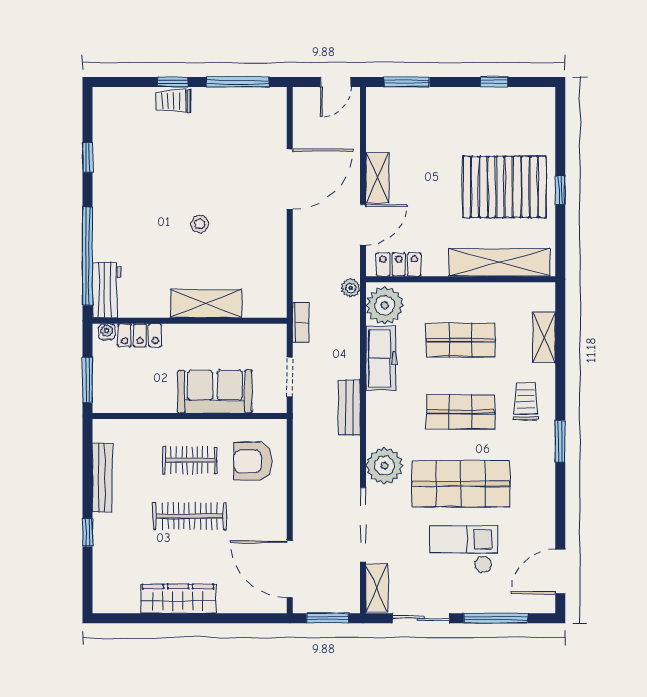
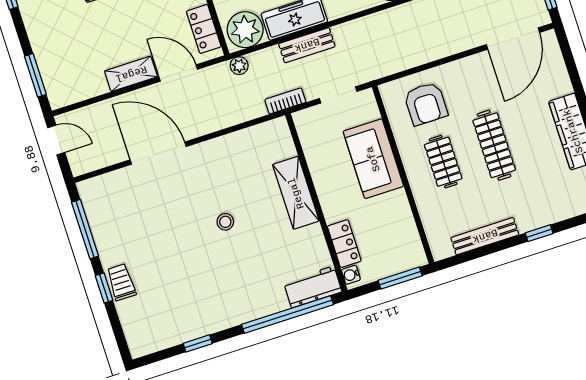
trolley: (173, 101) -> (121, 282), turned 180
bench: (349, 408) -> (307, 45), moved

